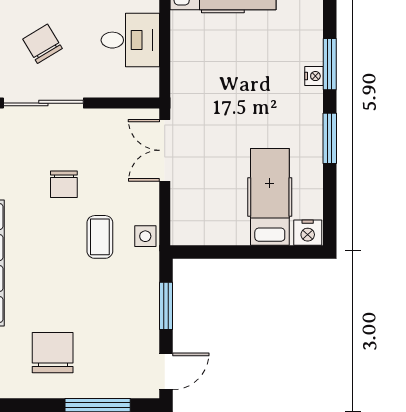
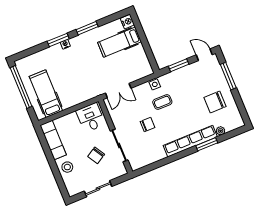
desk: (130, 40) -> (91, 118), moved

